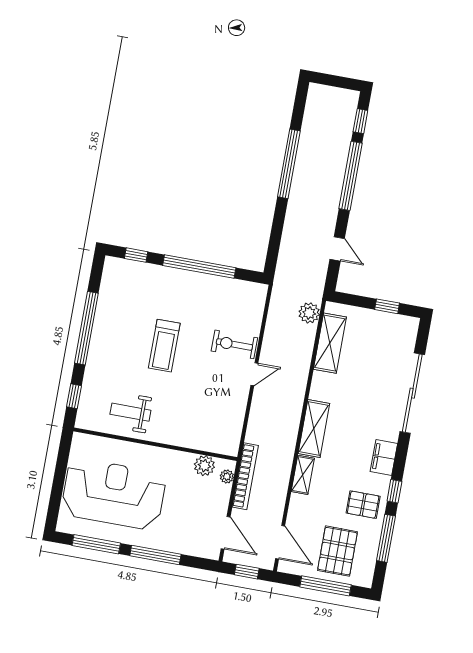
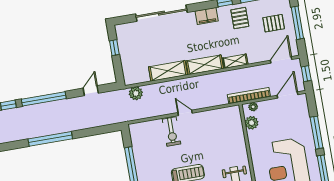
shelving: (330, 343) -> (168, 71), moved
pallet: (337, 551) -> (274, 23), width x0.67, depth x0.71

